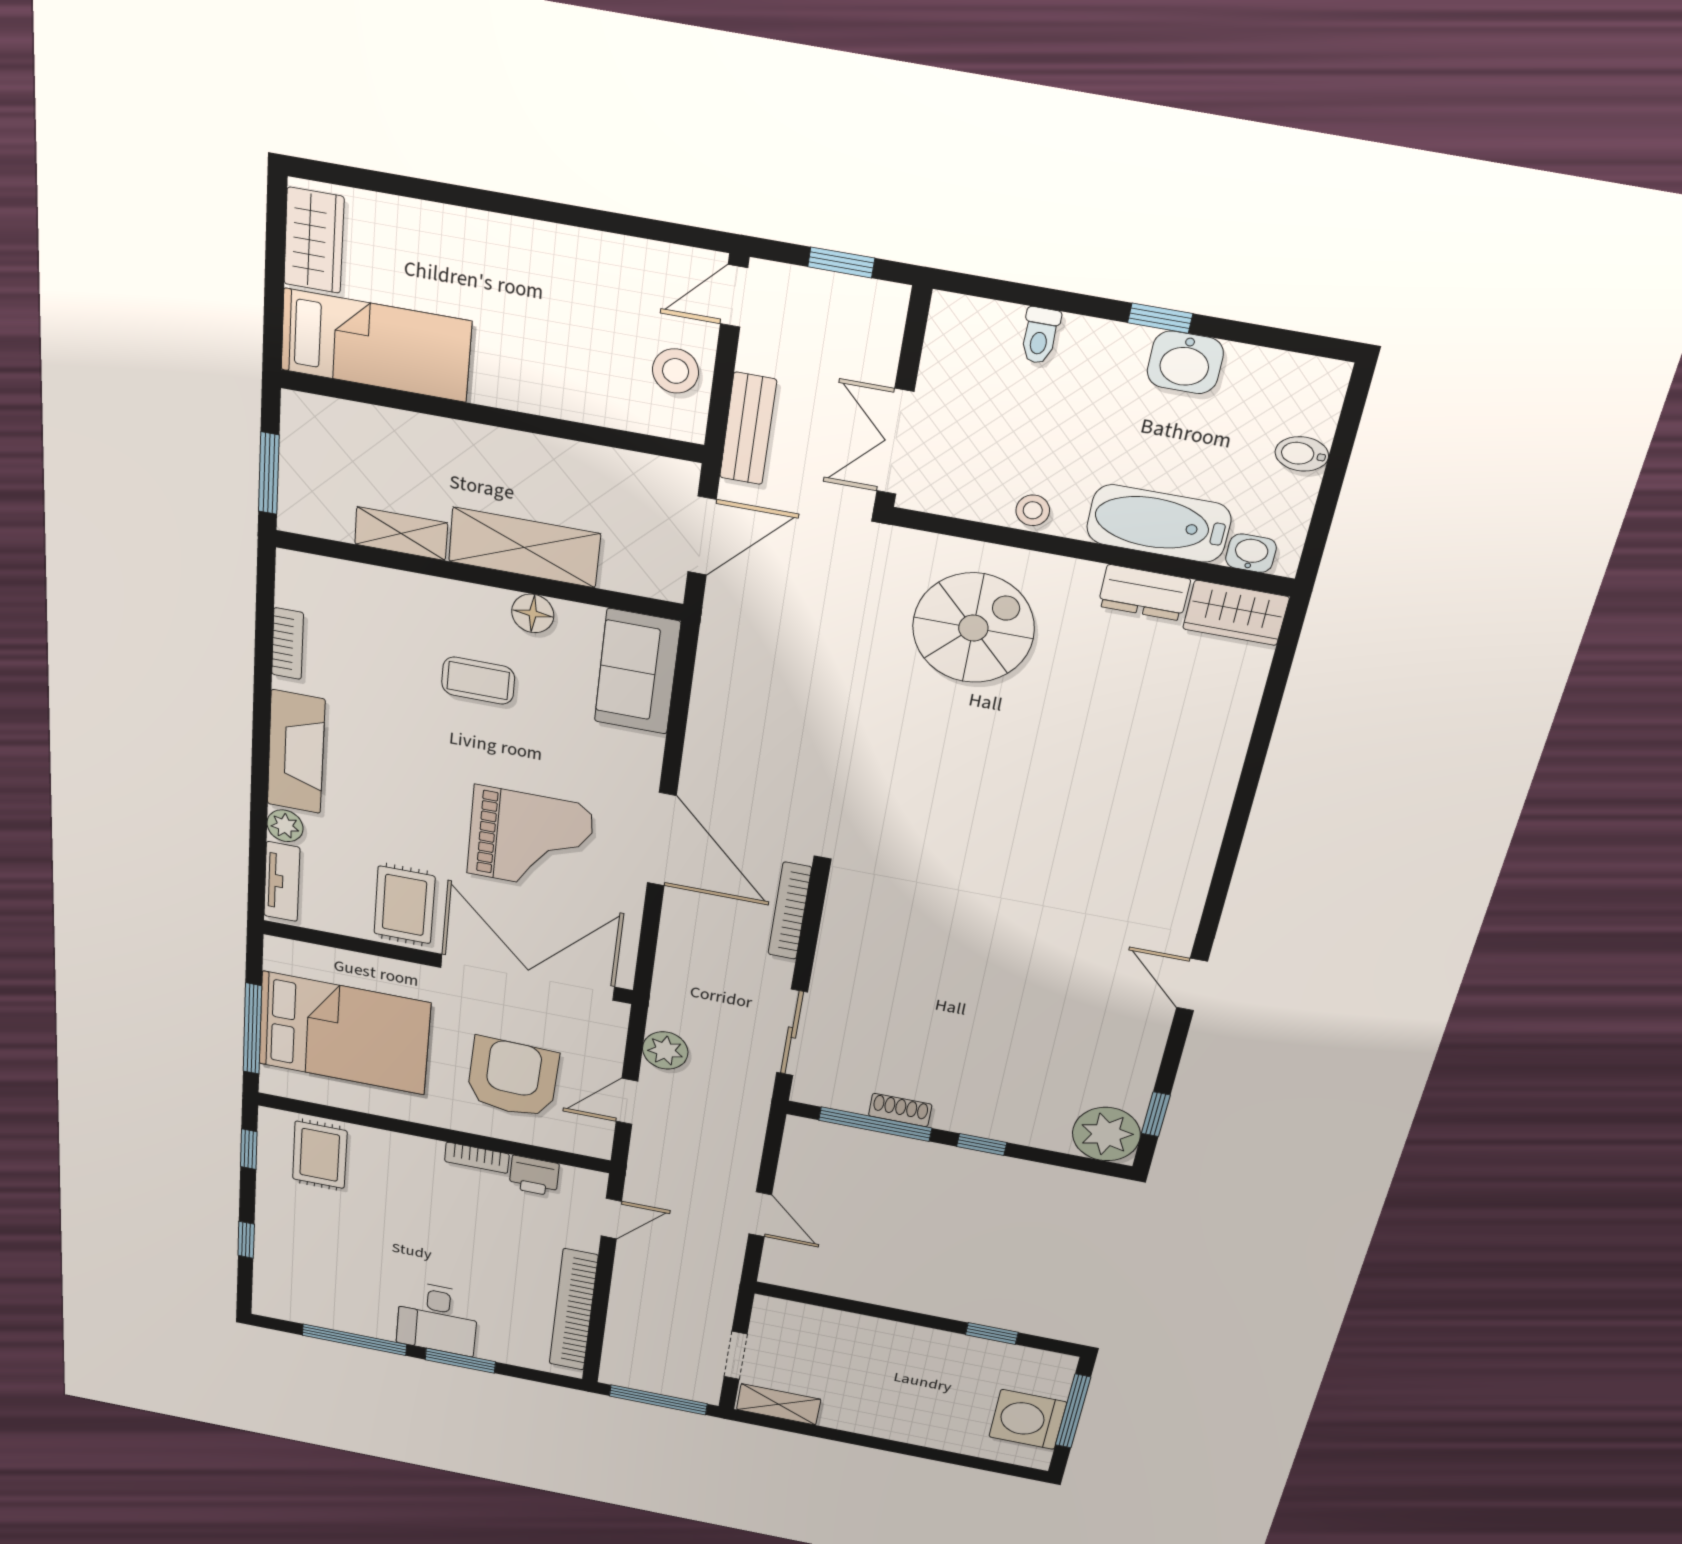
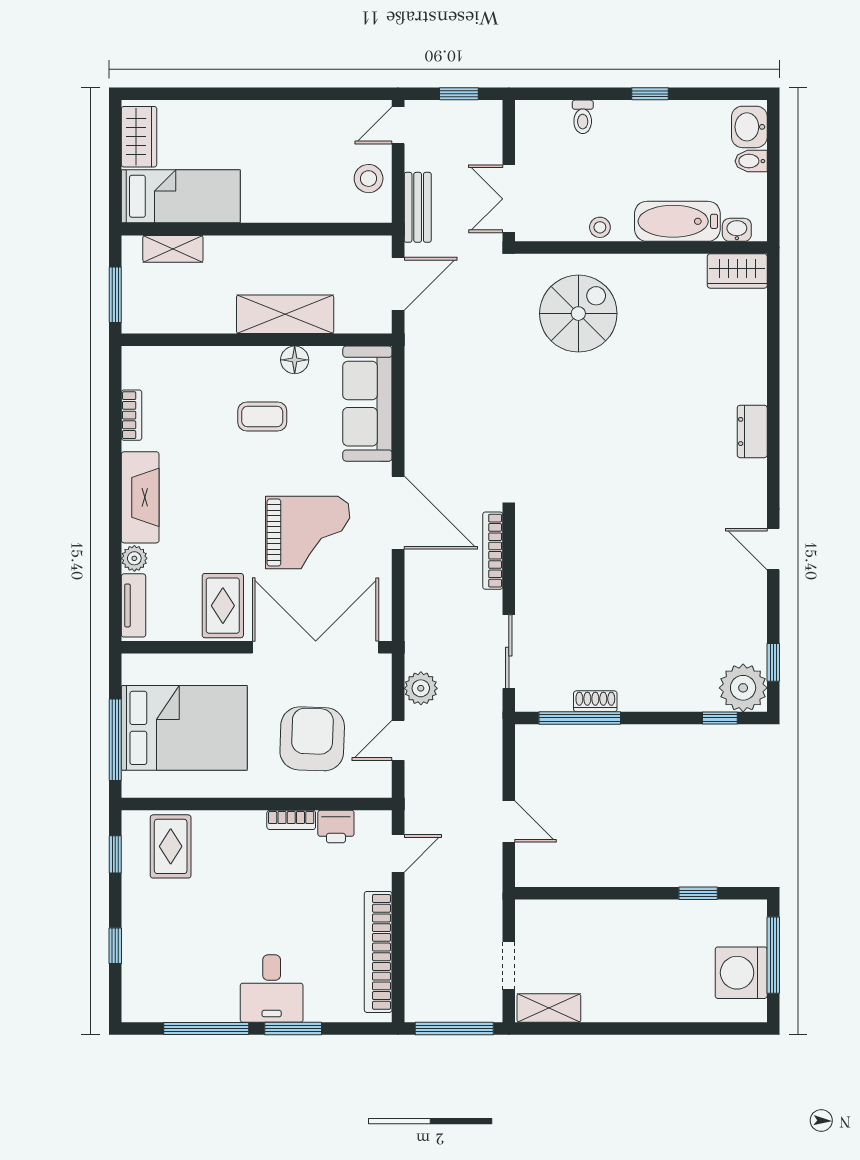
washbasin: (1185, 362) -> (749, 127), moved, turned 90
shelving: (401, 534) -> (173, 249), moved
dresser: (1144, 593) -> (752, 431), moved, turned 90
sofa: (637, 672) -> (367, 404), width x1.36
window: (982, 1144) -> (720, 718), moved

